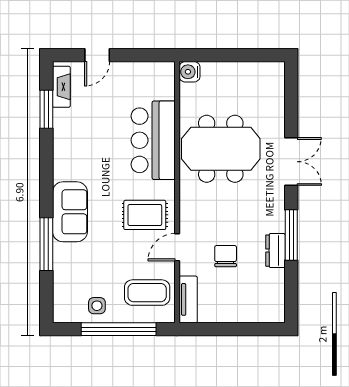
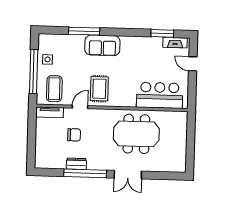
water cooler: (190, 72) -> (182, 117), removed
bar counter: (153, 140) -> (160, 95), moved
meeting table: (221, 149) -> (136, 134), turned 90
window: (291, 235) -> (85, 173), width x1.46
door: (177, 247) -> (80, 107), hinge flipped

